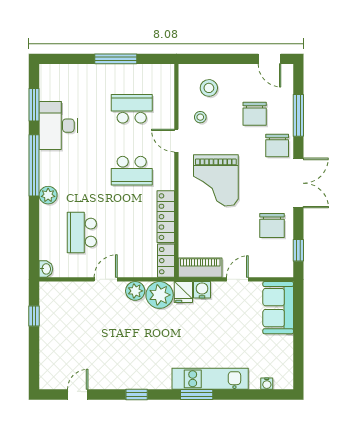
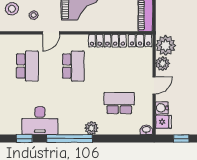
window: (34, 105) -> (24, 139), width x0.67
school desk: (132, 109) -> (27, 66), turned 180
school desk: (82, 233) -> (119, 103), turned 180
door: (106, 279) -> (154, 85), swing flipped
water cooler: (202, 290) -> (162, 108), moved
fridge: (183, 292) -> (163, 122), moved

